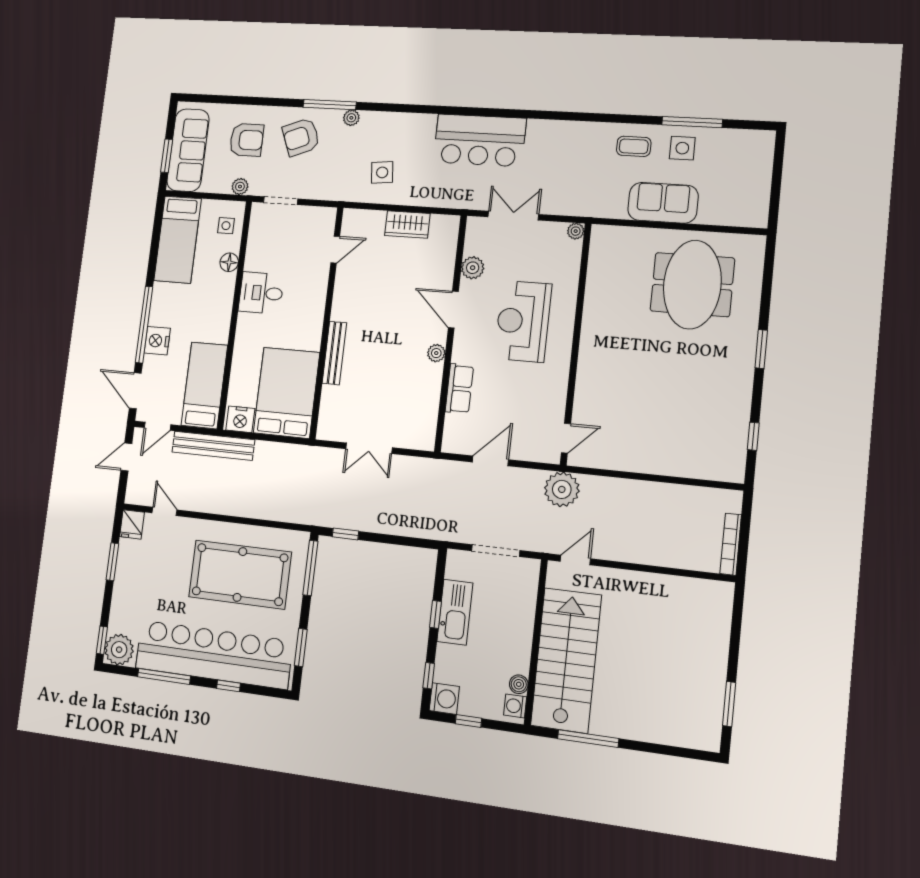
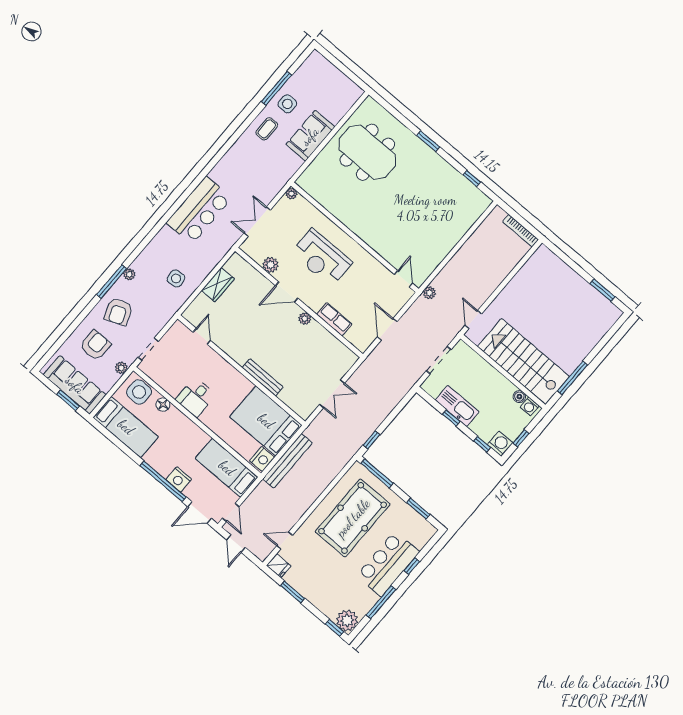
side table: (226, 226) -> (139, 392), width x1.87, depth x1.87
bench: (213, 446) -> (288, 461), moved
plant: (562, 489) -> (429, 293), width x0.53, depth x0.53
bar counter: (214, 654) -> (388, 564), width x0.54

